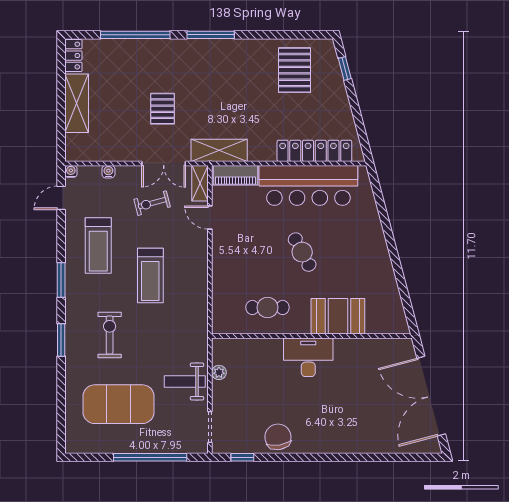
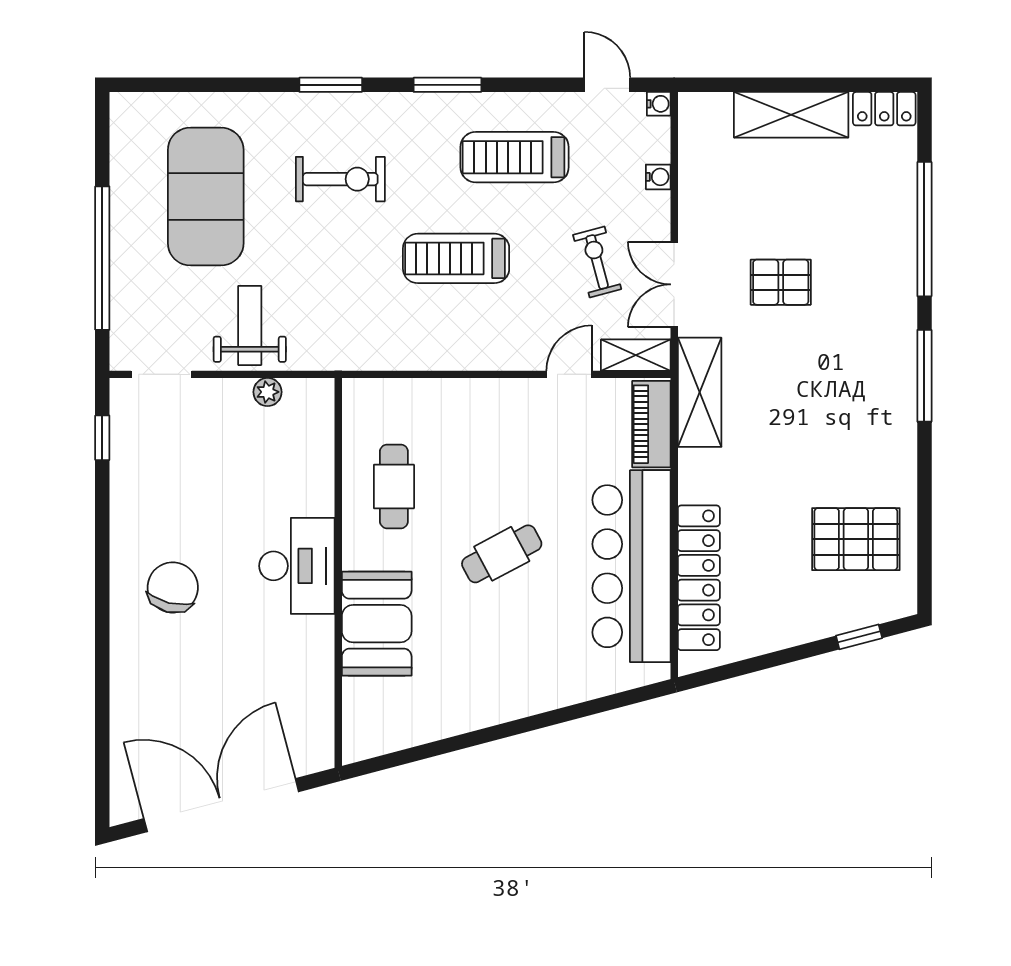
chair: (278, 437) -> (173, 587), moved, turned -67

